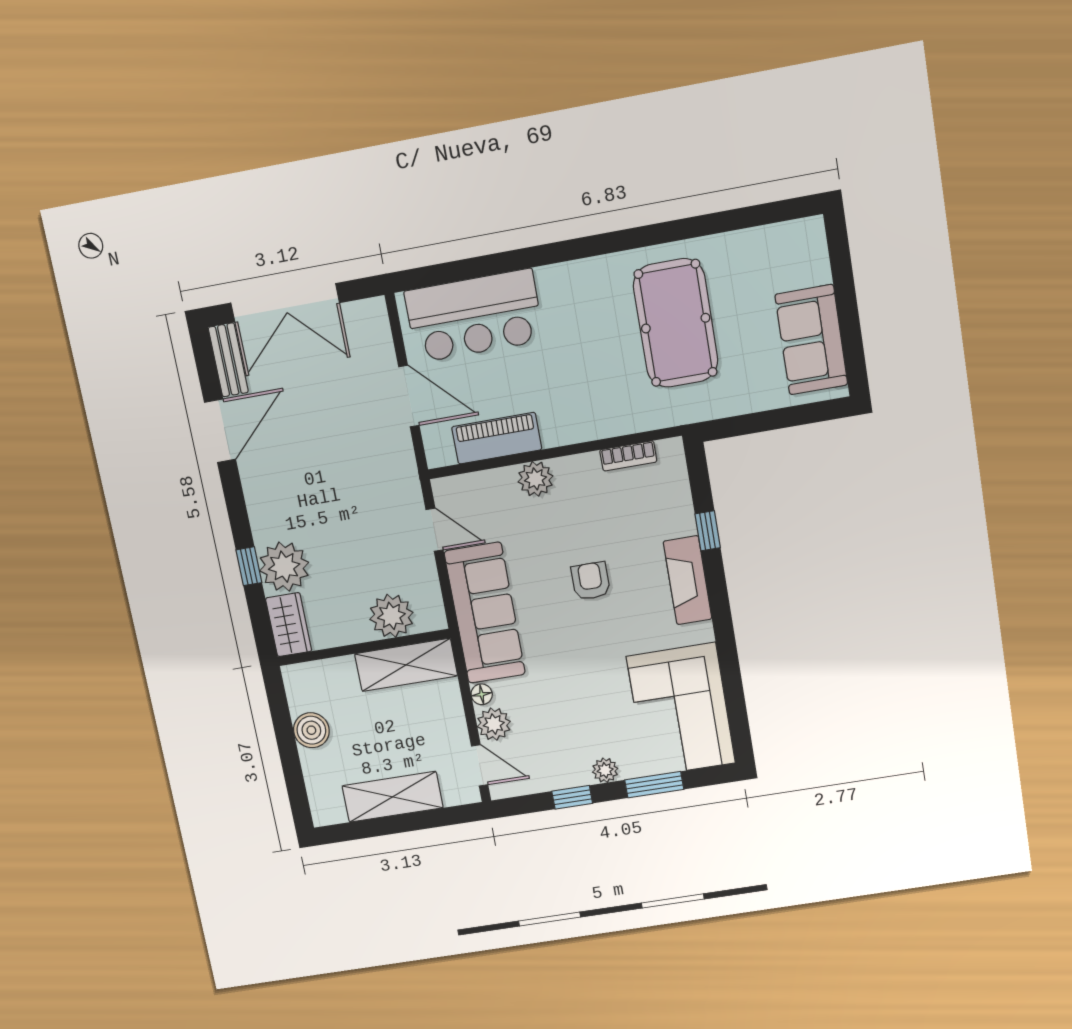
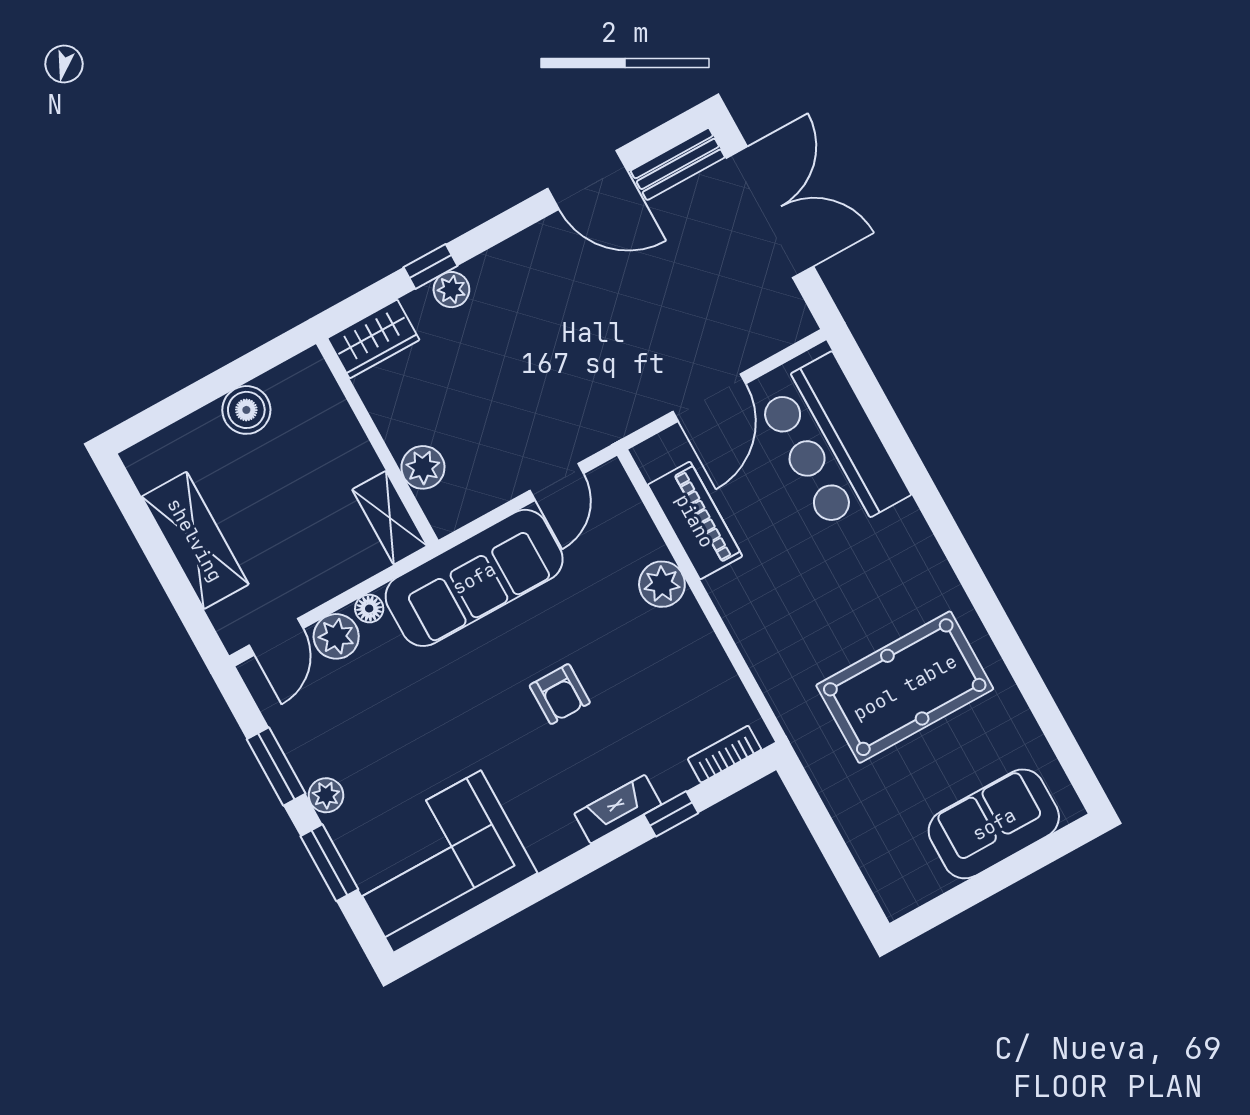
double door: (285, 303) -> (770, 212), swing flipped
sofa: (811, 340) -> (994, 824), moved
bookcase: (628, 456) -> (725, 754), moved, turned 90
plant: (284, 567) -> (451, 290), width x0.53, depth x0.53
fireplace: (688, 580) -> (618, 809), width x0.73, depth x0.76
armchair: (591, 581) -> (560, 694), turned 90
plant: (391, 616) -> (423, 467), width x0.73, depth x0.73
shelving: (406, 665) -> (390, 518), width x0.67, depth x0.75
window: (572, 797) -> (276, 766), width x1.50

